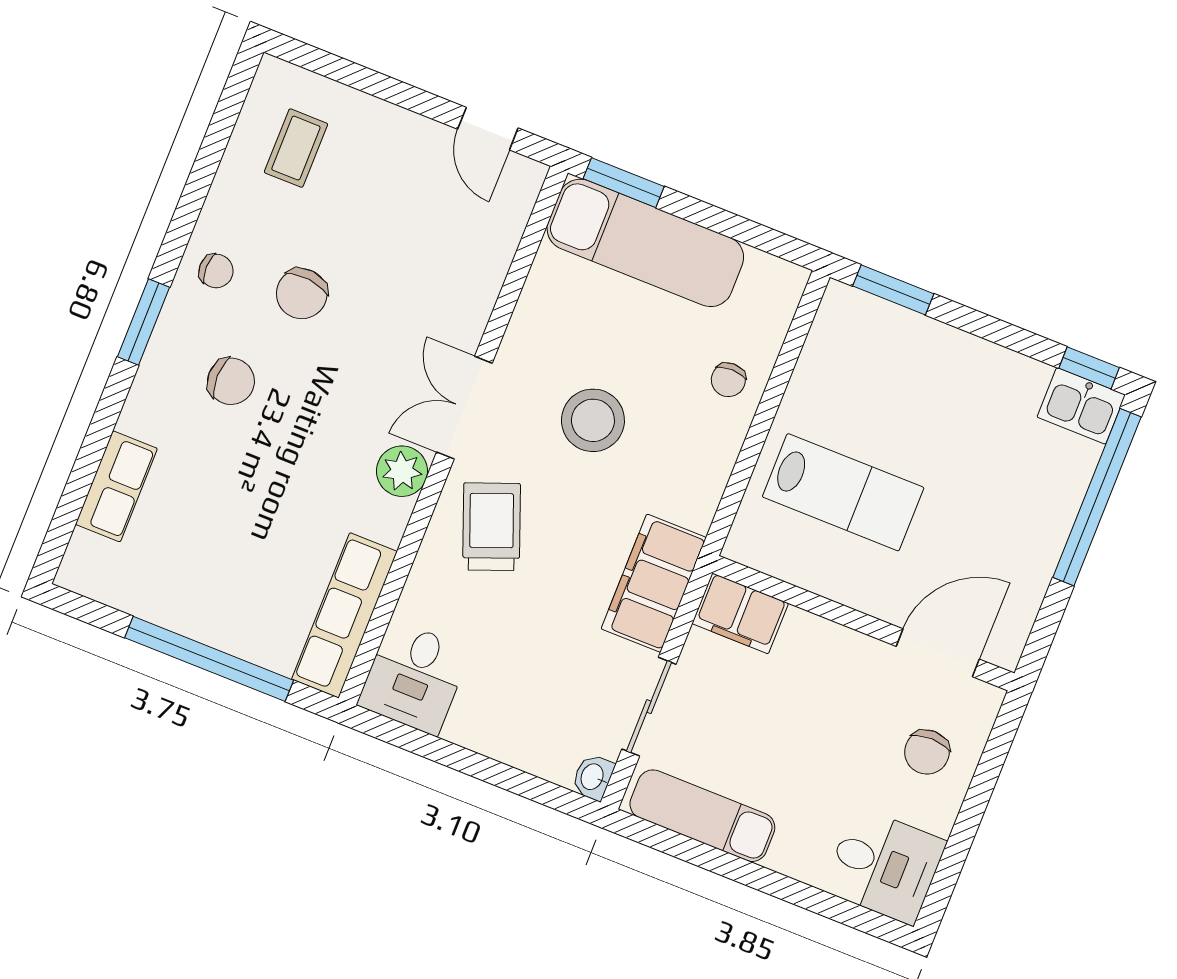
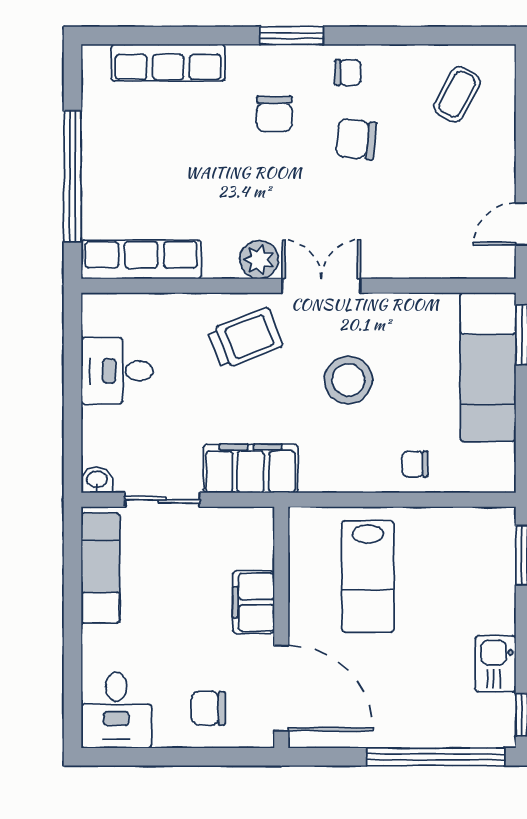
coffee table: (296, 148) -> (457, 94), turned -62
chair: (216, 271) -> (348, 72), turned -90
kitchen sink: (1081, 406) -> (496, 664), moved
row of seats: (116, 486) -> (168, 63), width x1.48
filing cabinet: (740, 613) -> (254, 602), moved
door: (938, 653) -> (281, 688), width x1.36
desk: (414, 677) -> (117, 371), moved

